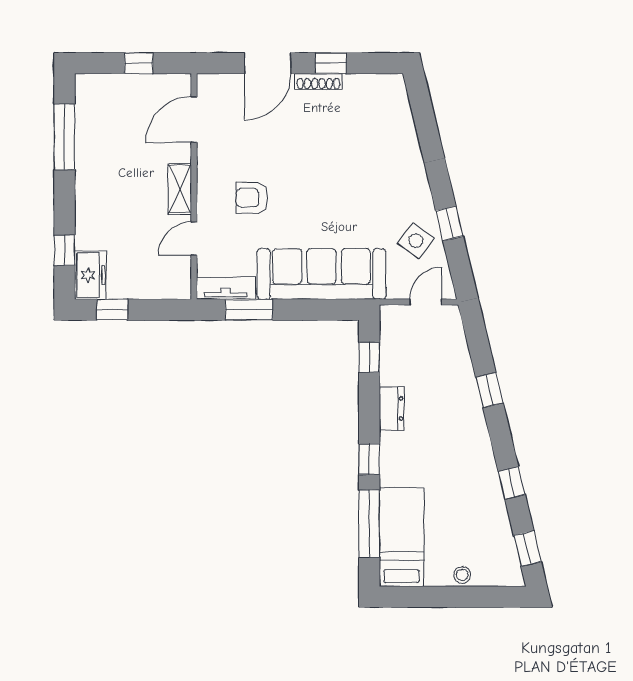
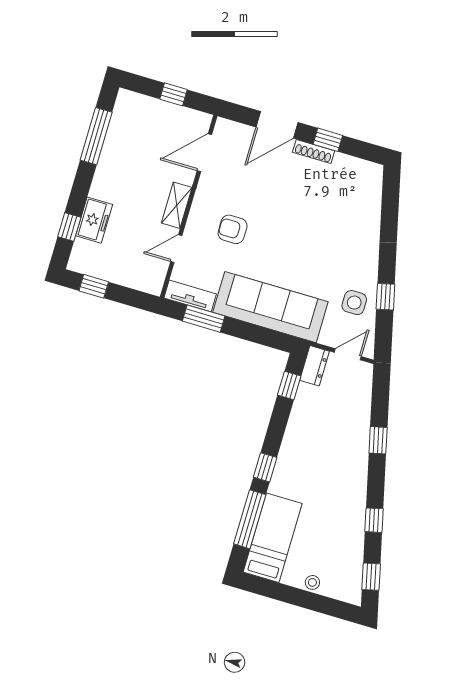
side table: (416, 241) -> (354, 303), turned -37
freezer: (90, 275) -> (94, 220), moved
dresser: (392, 409) -> (315, 366), moved

